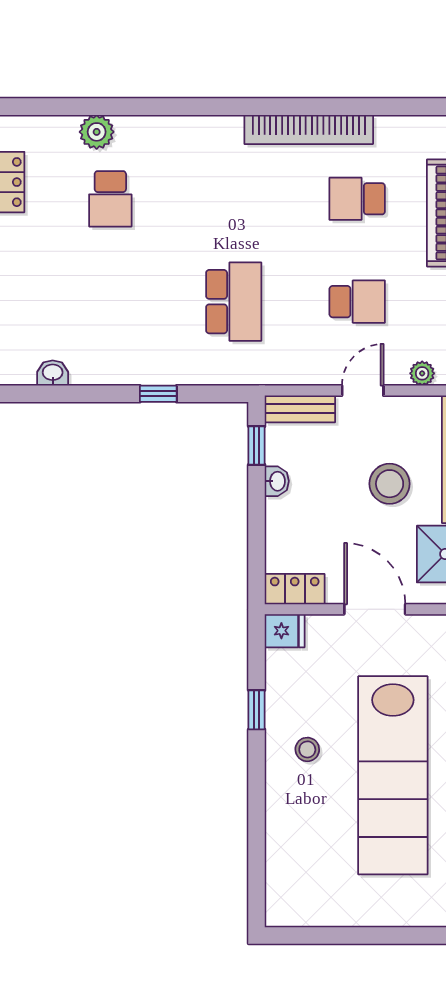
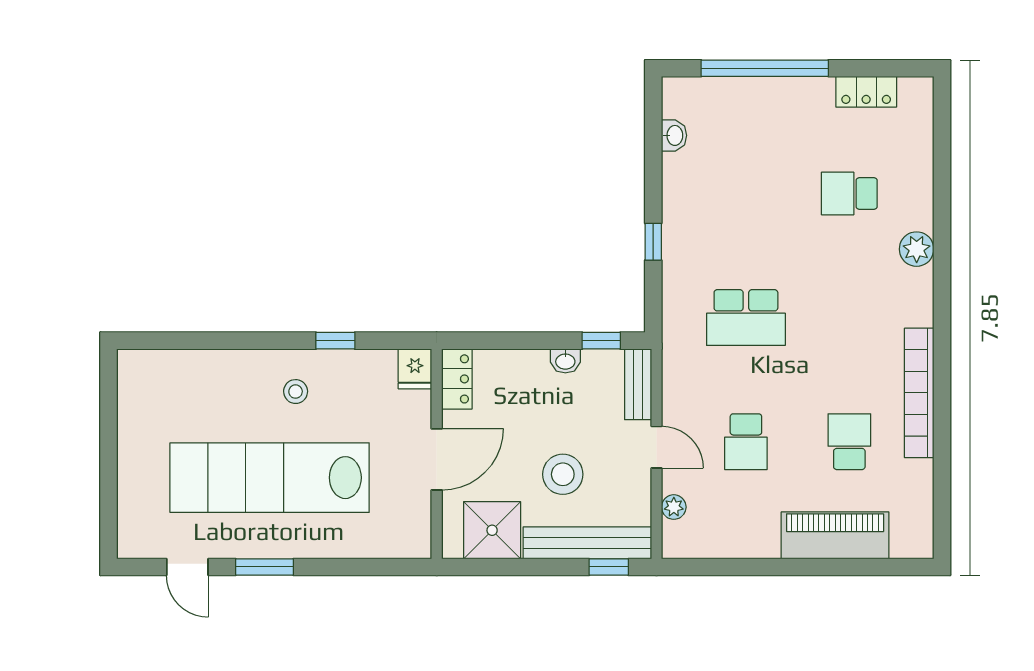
plant: (97, 132) -> (917, 249), moved

